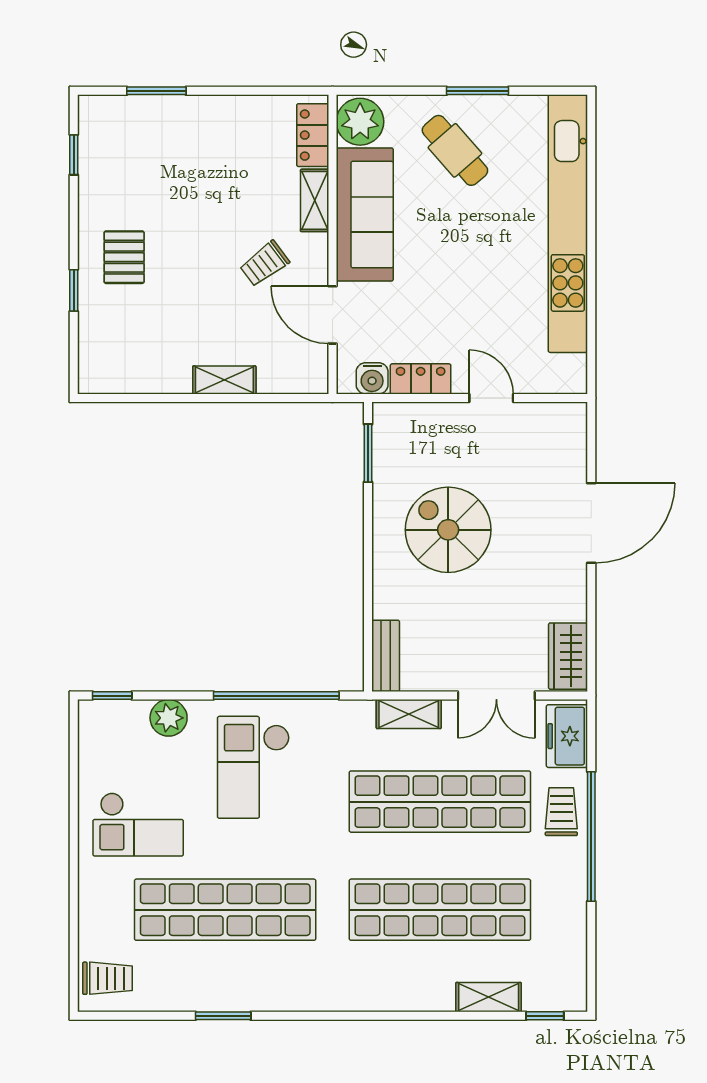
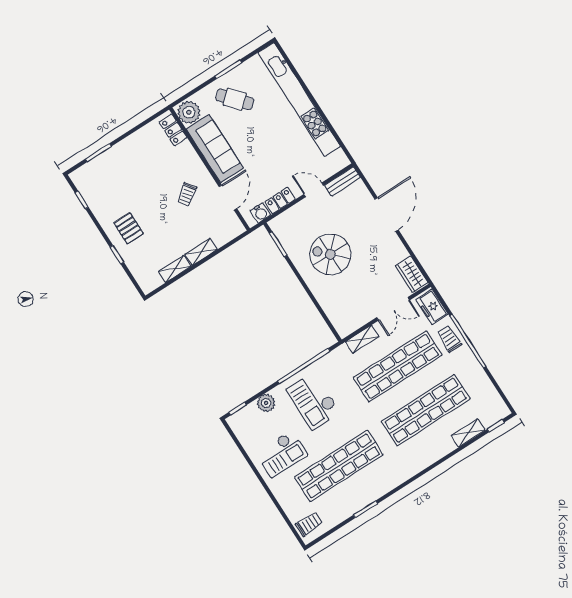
shelving: (315, 200) -> (175, 269), moved, turned 90
door: (333, 315) -> (228, 198), swing flipped
bench: (386, 656) -> (343, 181), moved, turned 90

